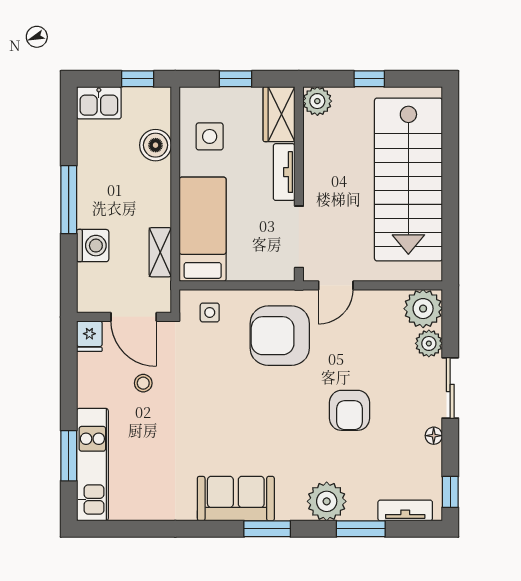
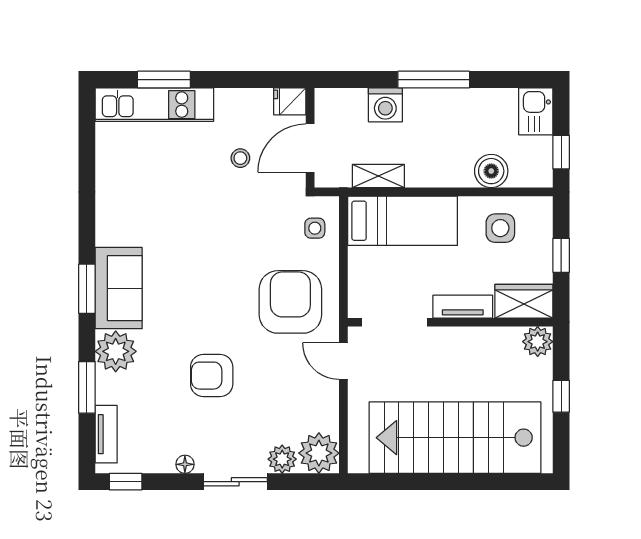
sofa: (236, 499) -> (119, 288), moved

